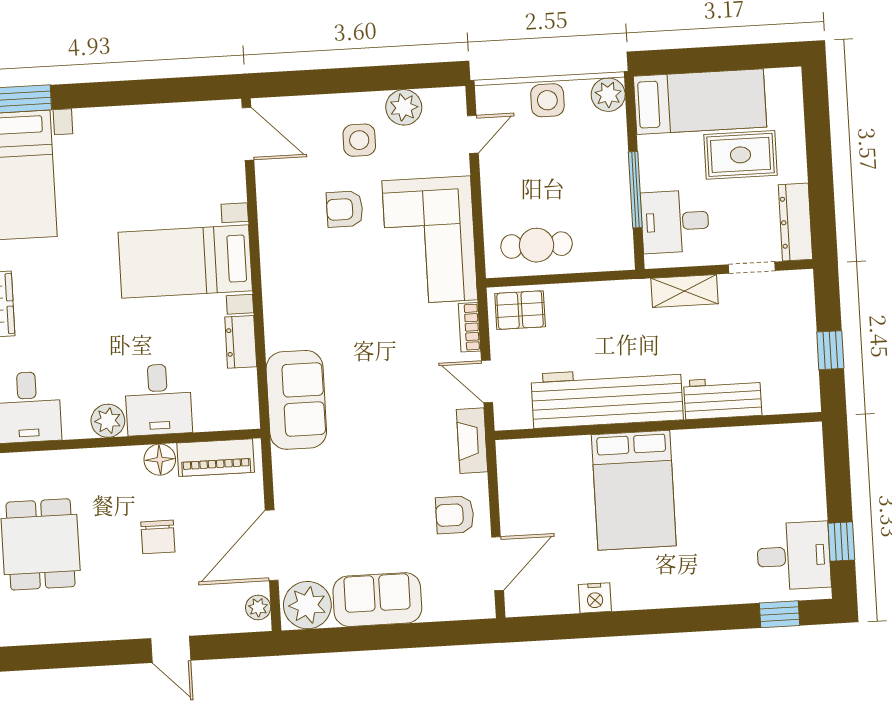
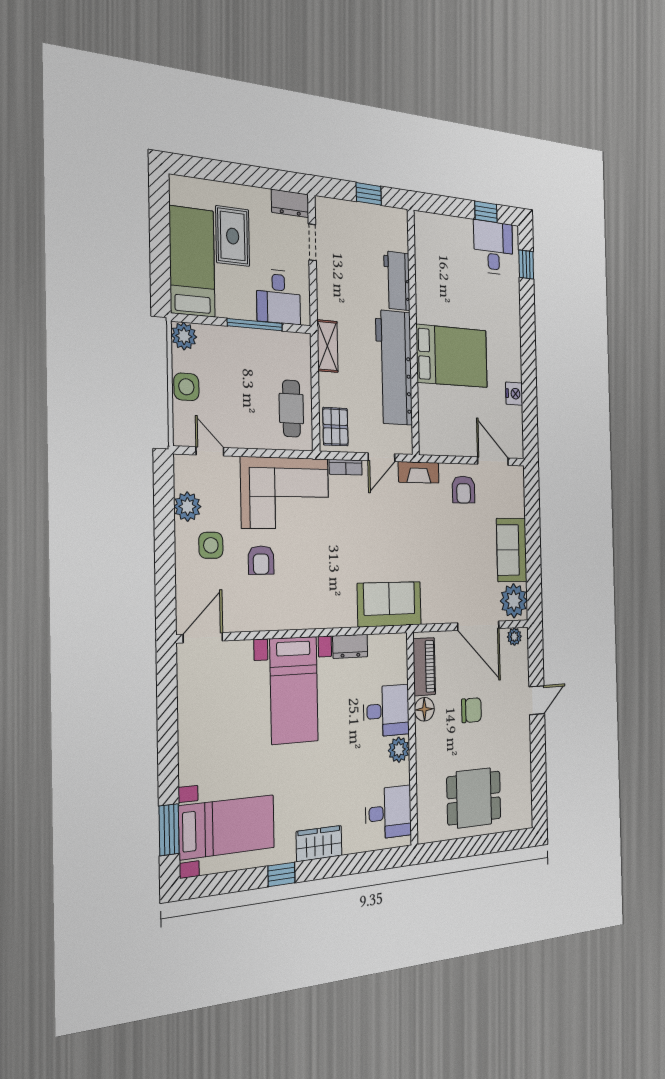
dresser: (795, 222) -> (290, 203), width x0.70
shelving: (684, 291) -> (327, 346), moved

